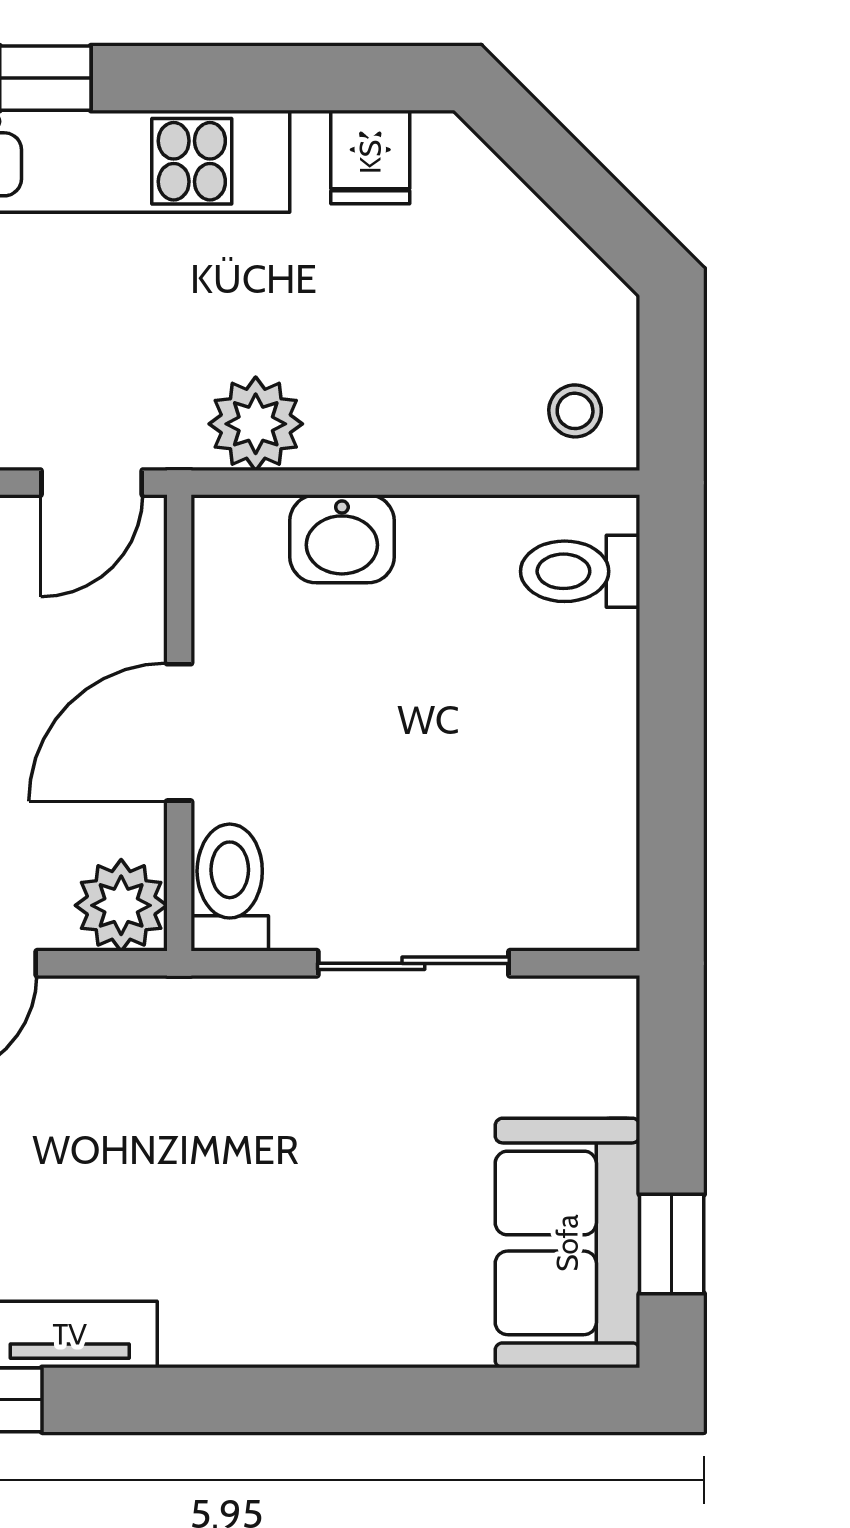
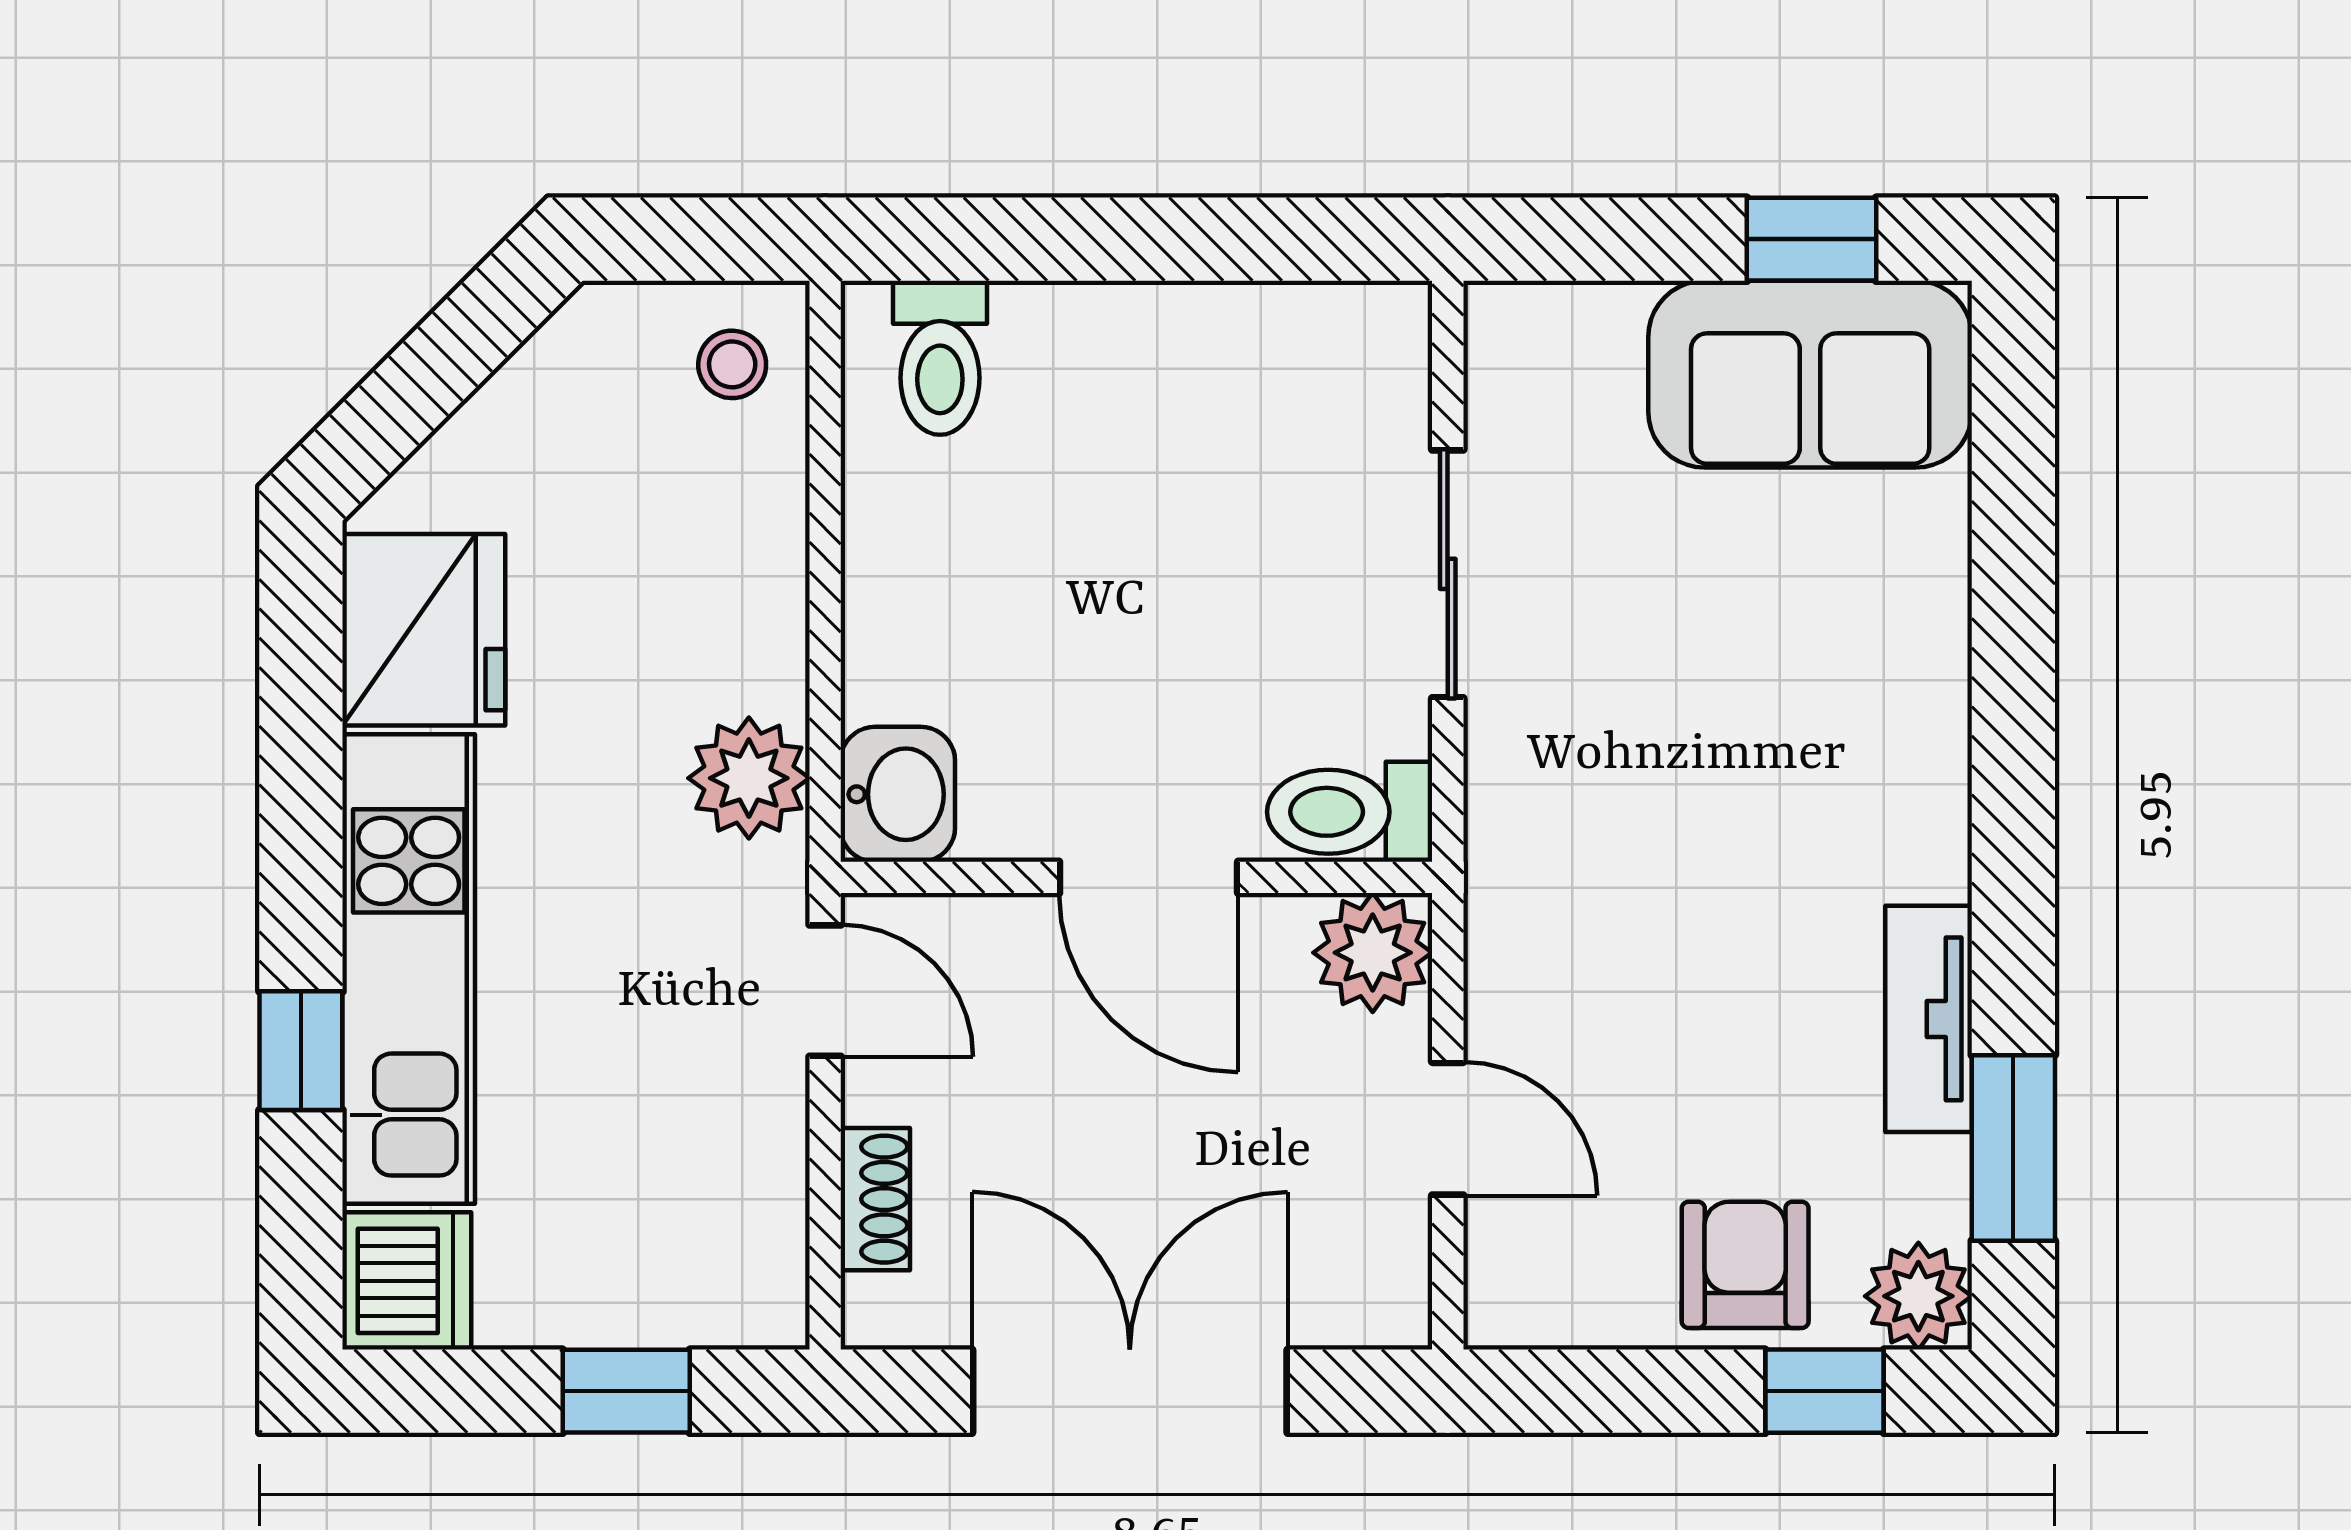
fridge: (370, 157) -> (424, 630), width x1.88, depth x1.34
washbasin: (342, 539) -> (898, 794), moved

